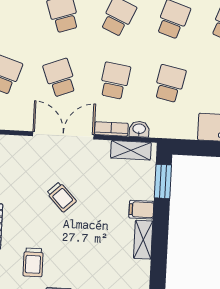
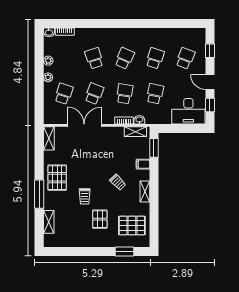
school desk: (60, 78) -> (94, 94), turned 42
double door: (63, 135) -> (84, 125), moved
trolley: (61, 197) -> (118, 182), moved
shelving: (143, 240) -> (145, 192), moved

